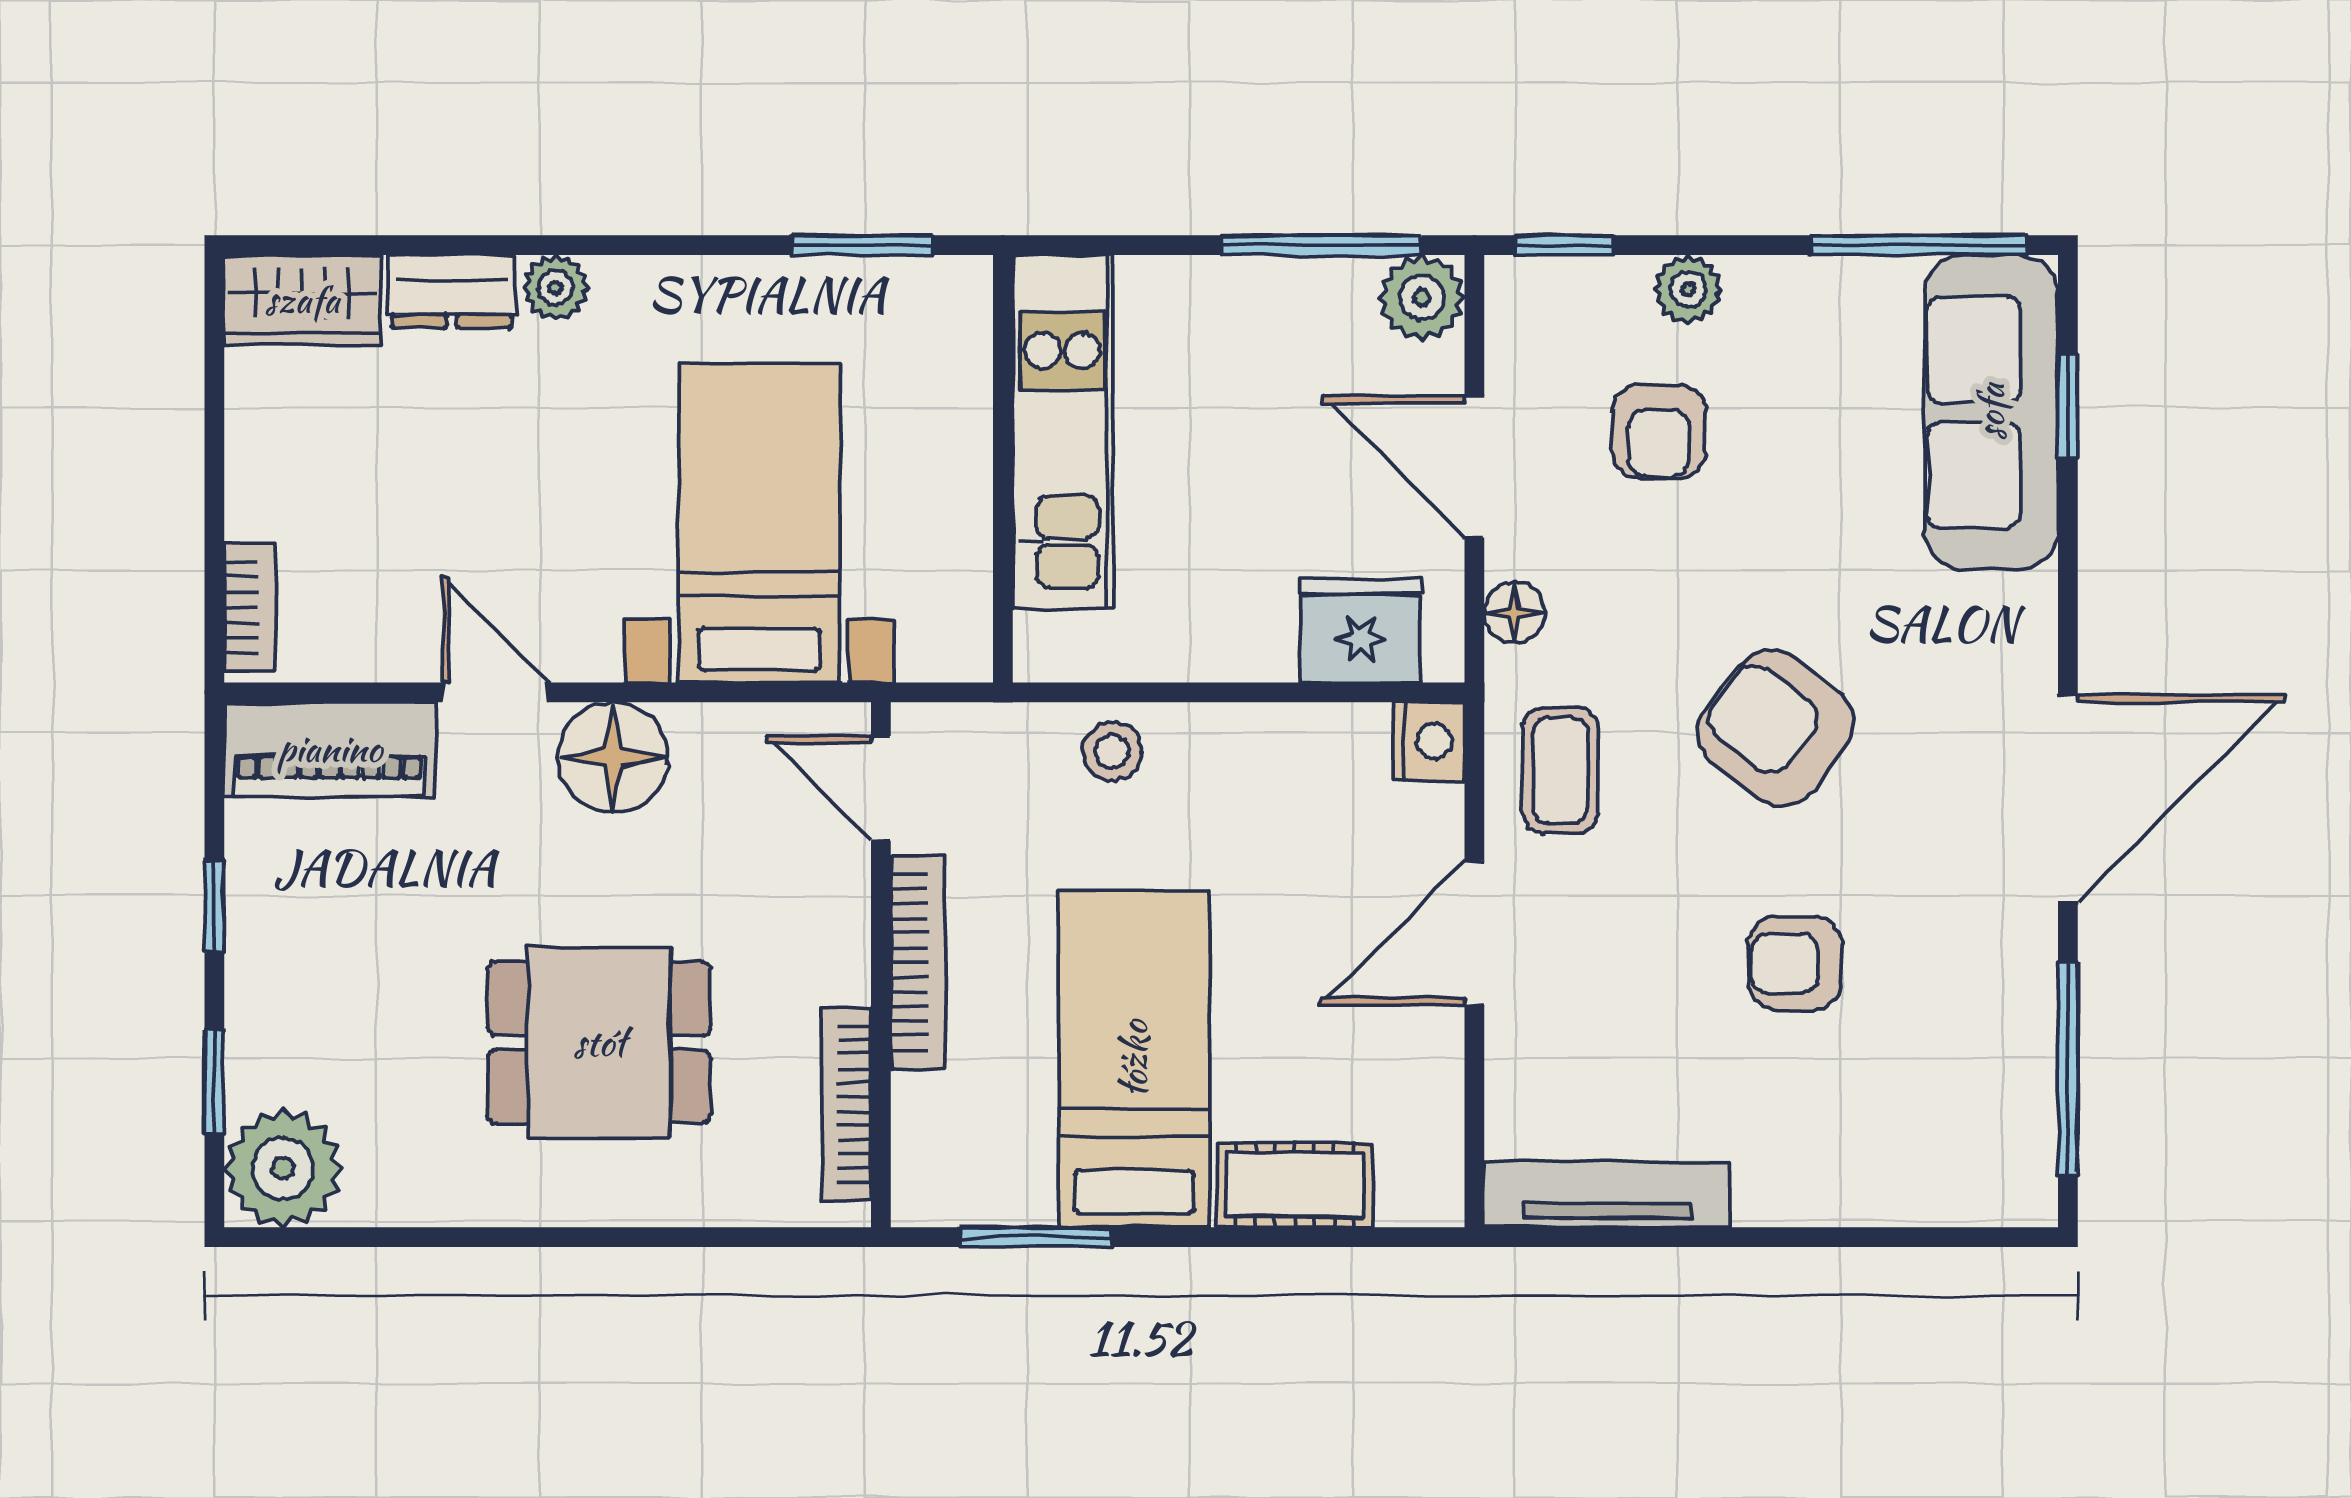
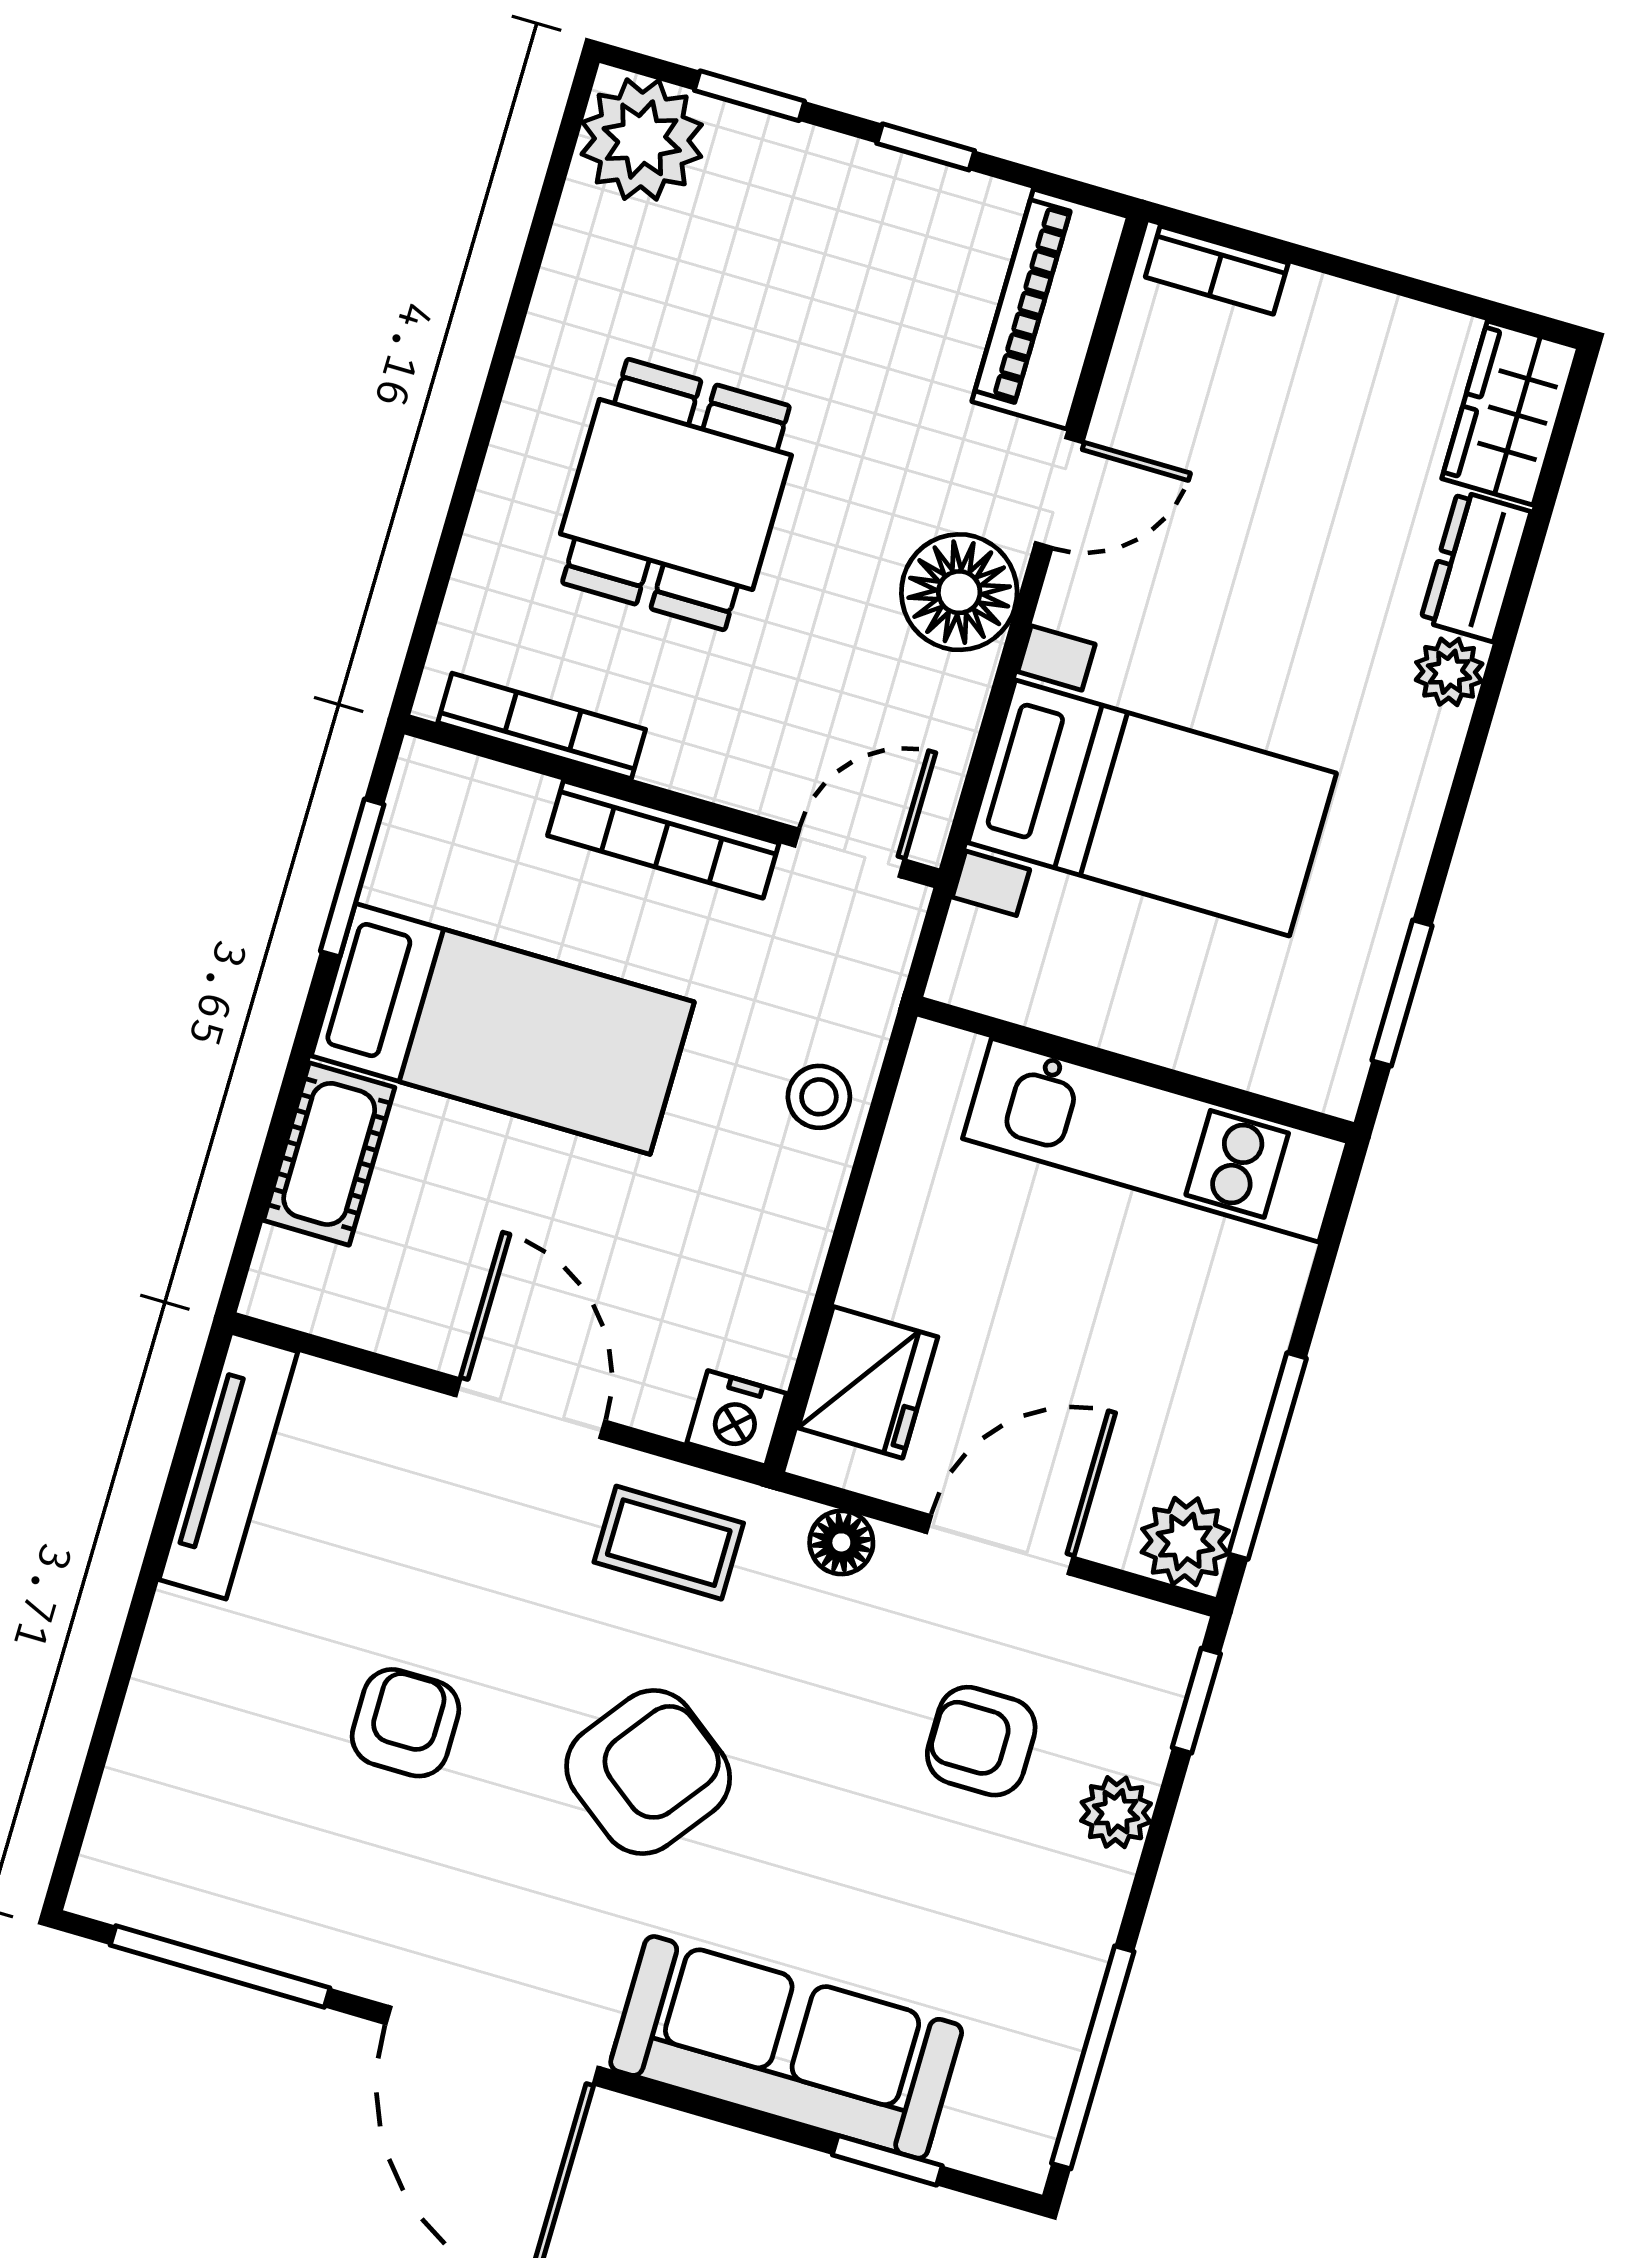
sofa: (1991, 412) -> (786, 2047), moved

